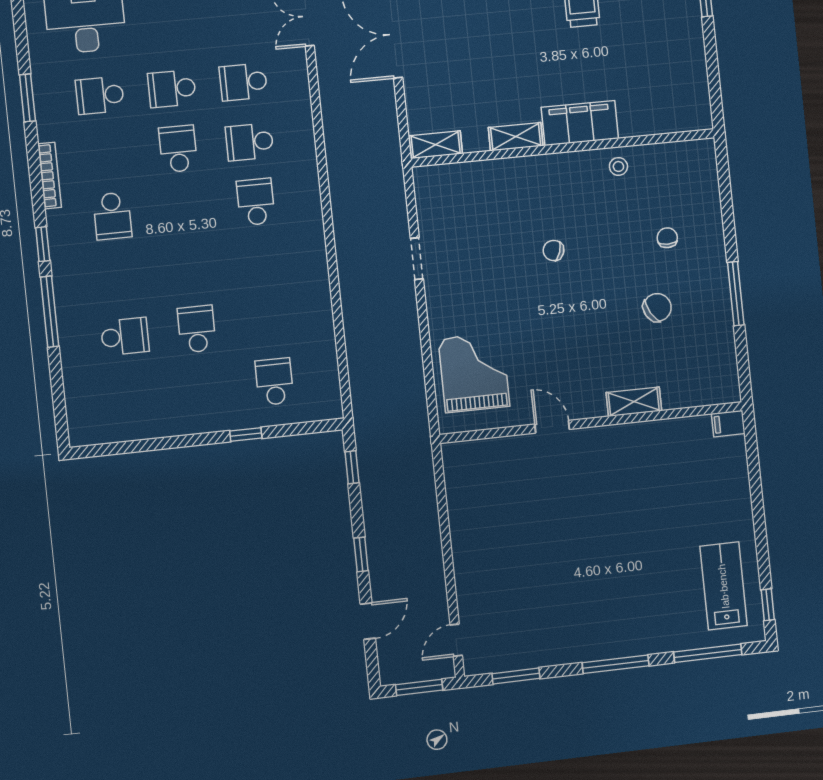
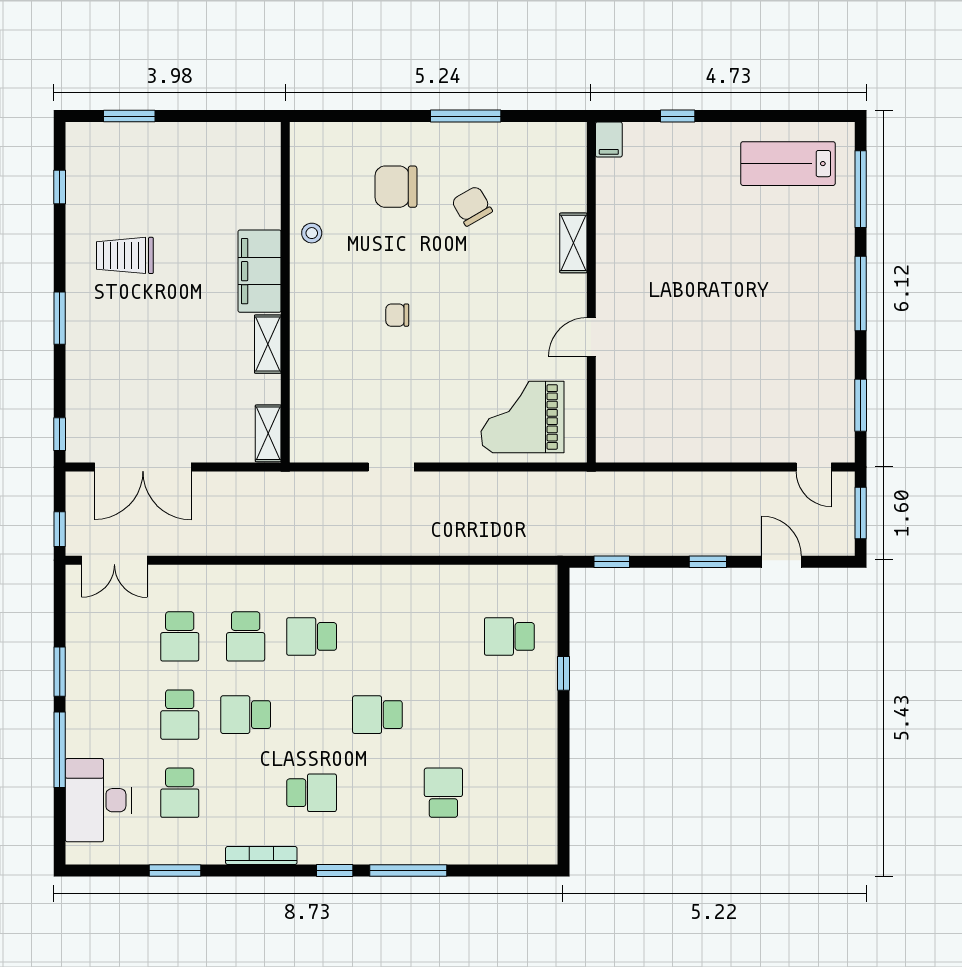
chair: (667, 238) -> (396, 187), width x1.87, depth x1.87
chair: (553, 250) -> (397, 315), turned 71
school desk: (197, 329) -> (377, 715), moved
window: (768, 605) -> (678, 116), moved

